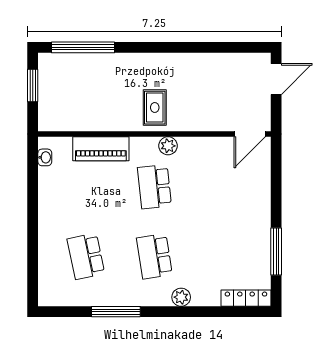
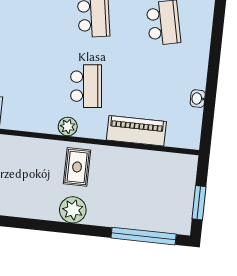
plant: (154, 65) -> (73, 210), added
washbasin: (45, 157) -> (198, 99), moved

